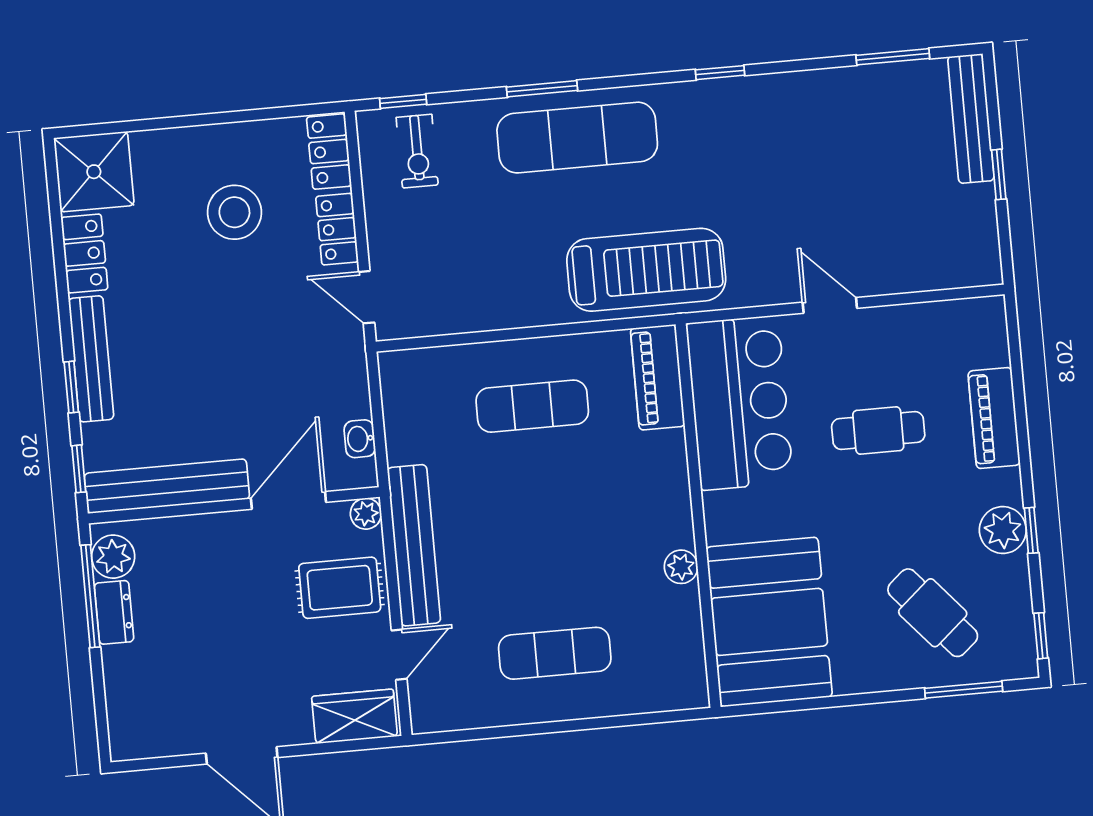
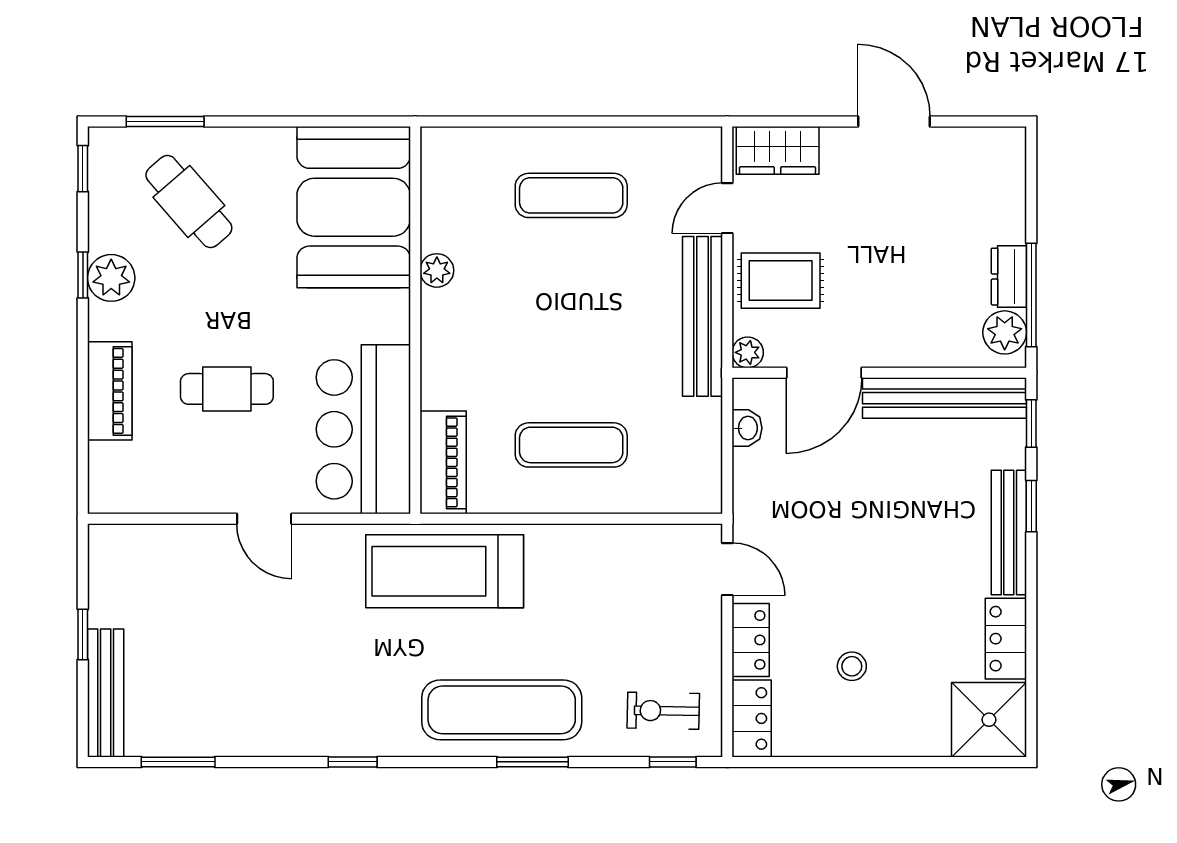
exercise bike: (417, 151) -> (663, 711), turned -89
stool: (234, 212) -> (852, 666), width x0.53, depth x0.53

